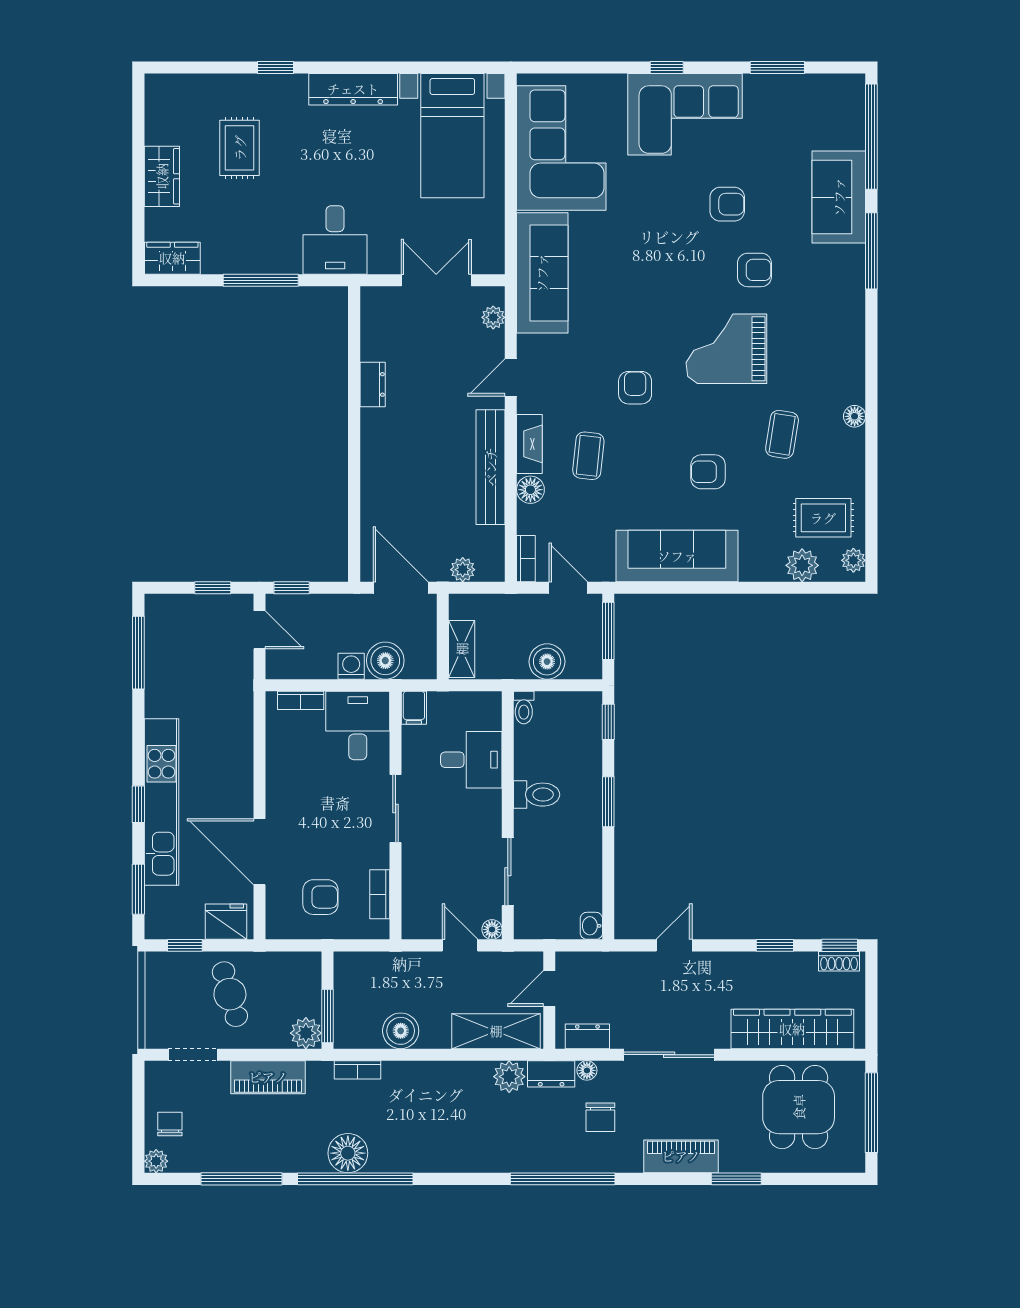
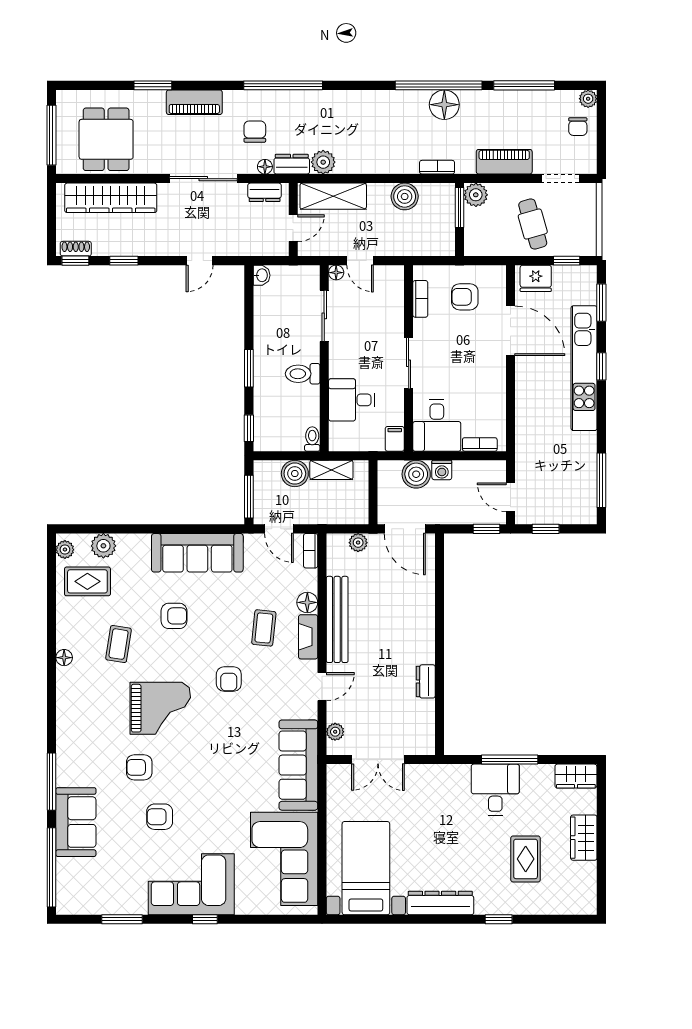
desk: (335, 240) -> (495, 790), moved
shelving: (462, 649) -> (331, 470), moved, turned 90

